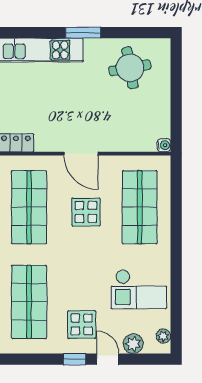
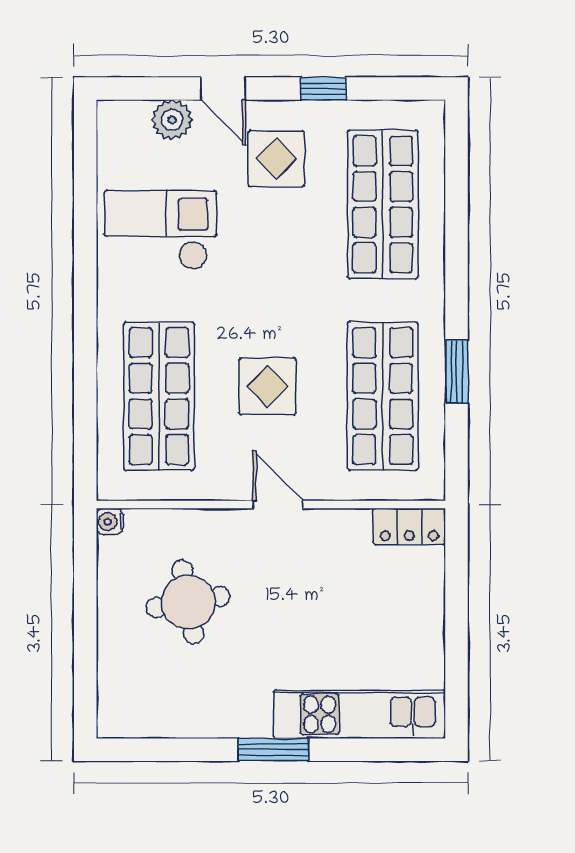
round table: (130, 68) -> (188, 602), moved
door: (81, 154) -> (278, 505), width x0.73
plant: (163, 336) -> (111, 135), removed
window: (75, 359) -> (323, 89), moved

